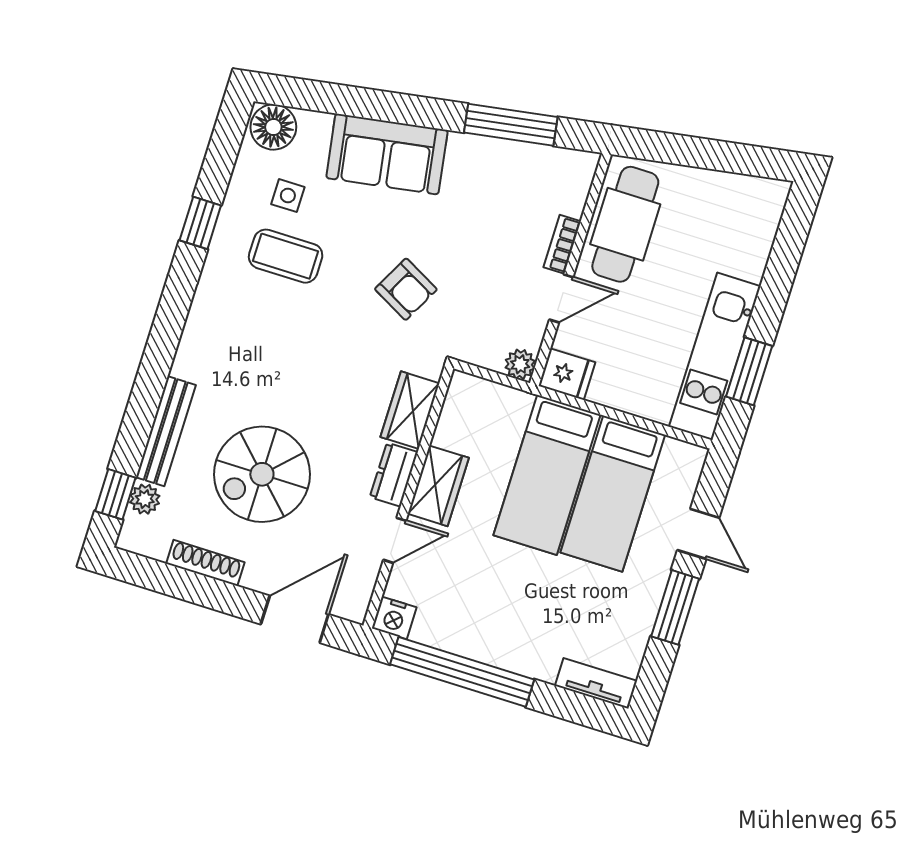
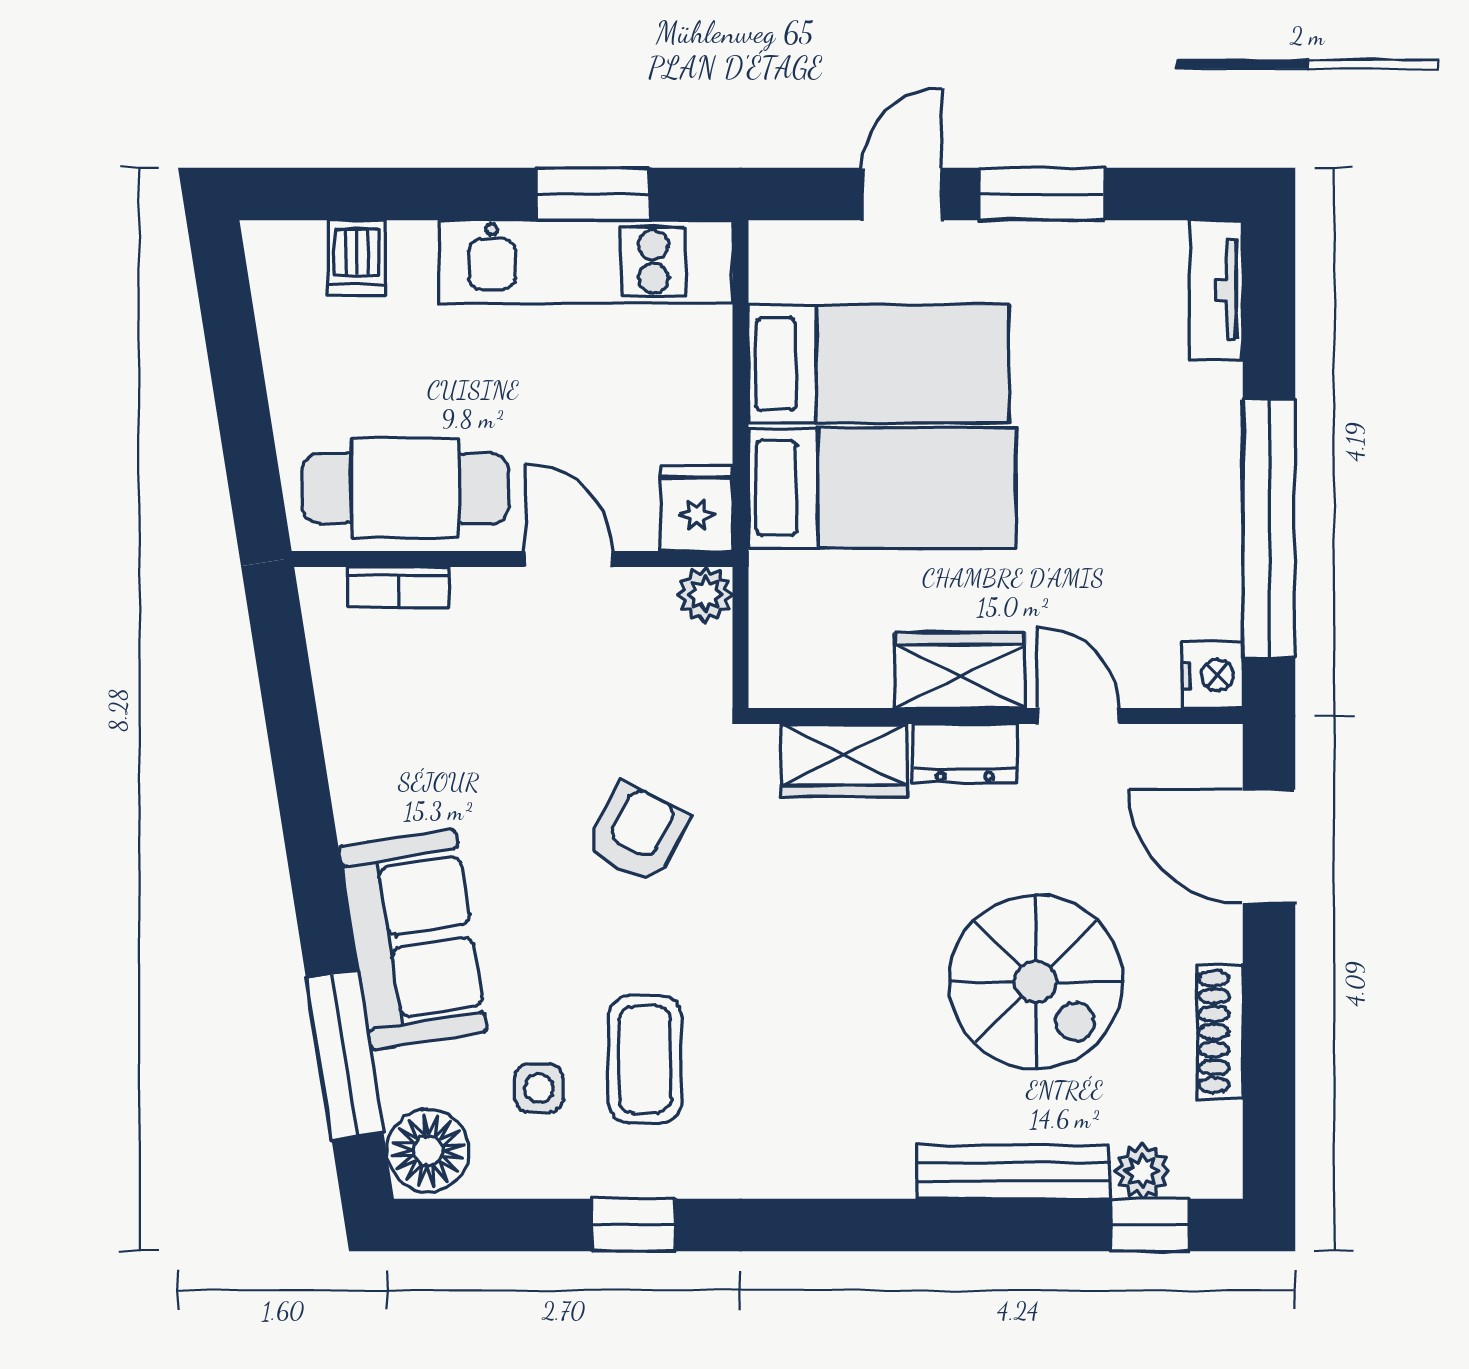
window: (511, 125) -> (345, 1056), moved
dishwasher: (755, 237) -> (357, 258), added
bookcase: (562, 244) -> (398, 587), moved

